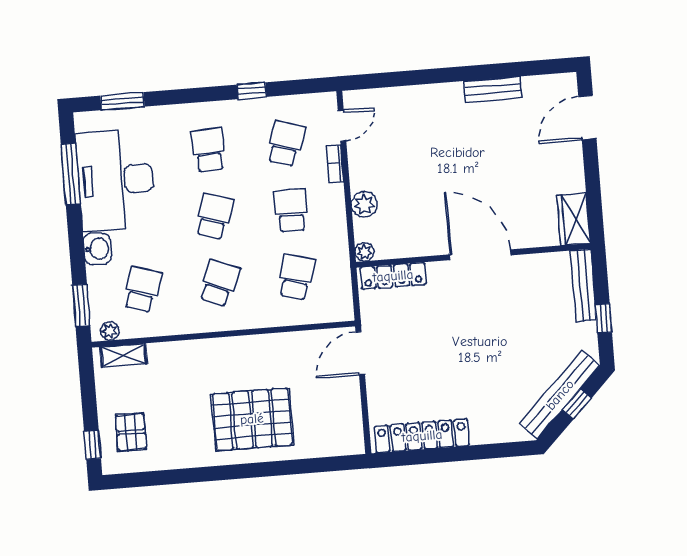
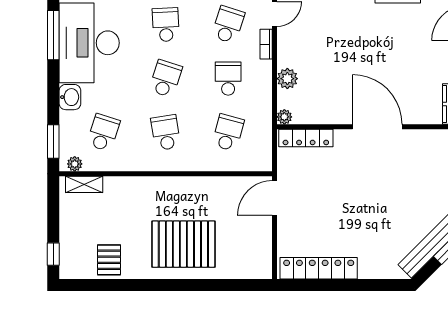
school desk: (219, 283) -> (166, 133), turned -33
pallet: (131, 432) -> (109, 260), moved

